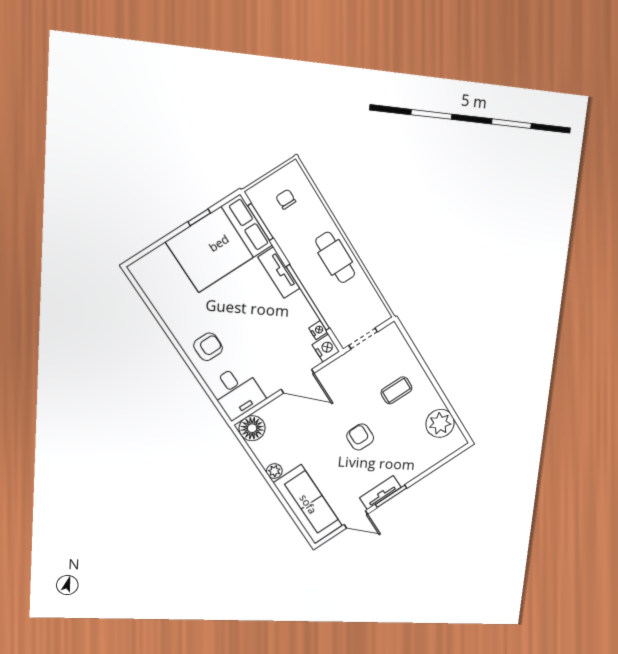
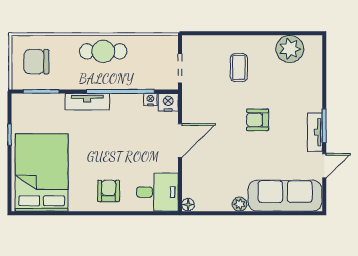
chair: (286, 199) -> (36, 62), width x1.87, depth x1.87
bed: (219, 243) -> (42, 172), moved, turned 180
floor lamp: (252, 428) -> (188, 205), width x0.53, depth x0.53

